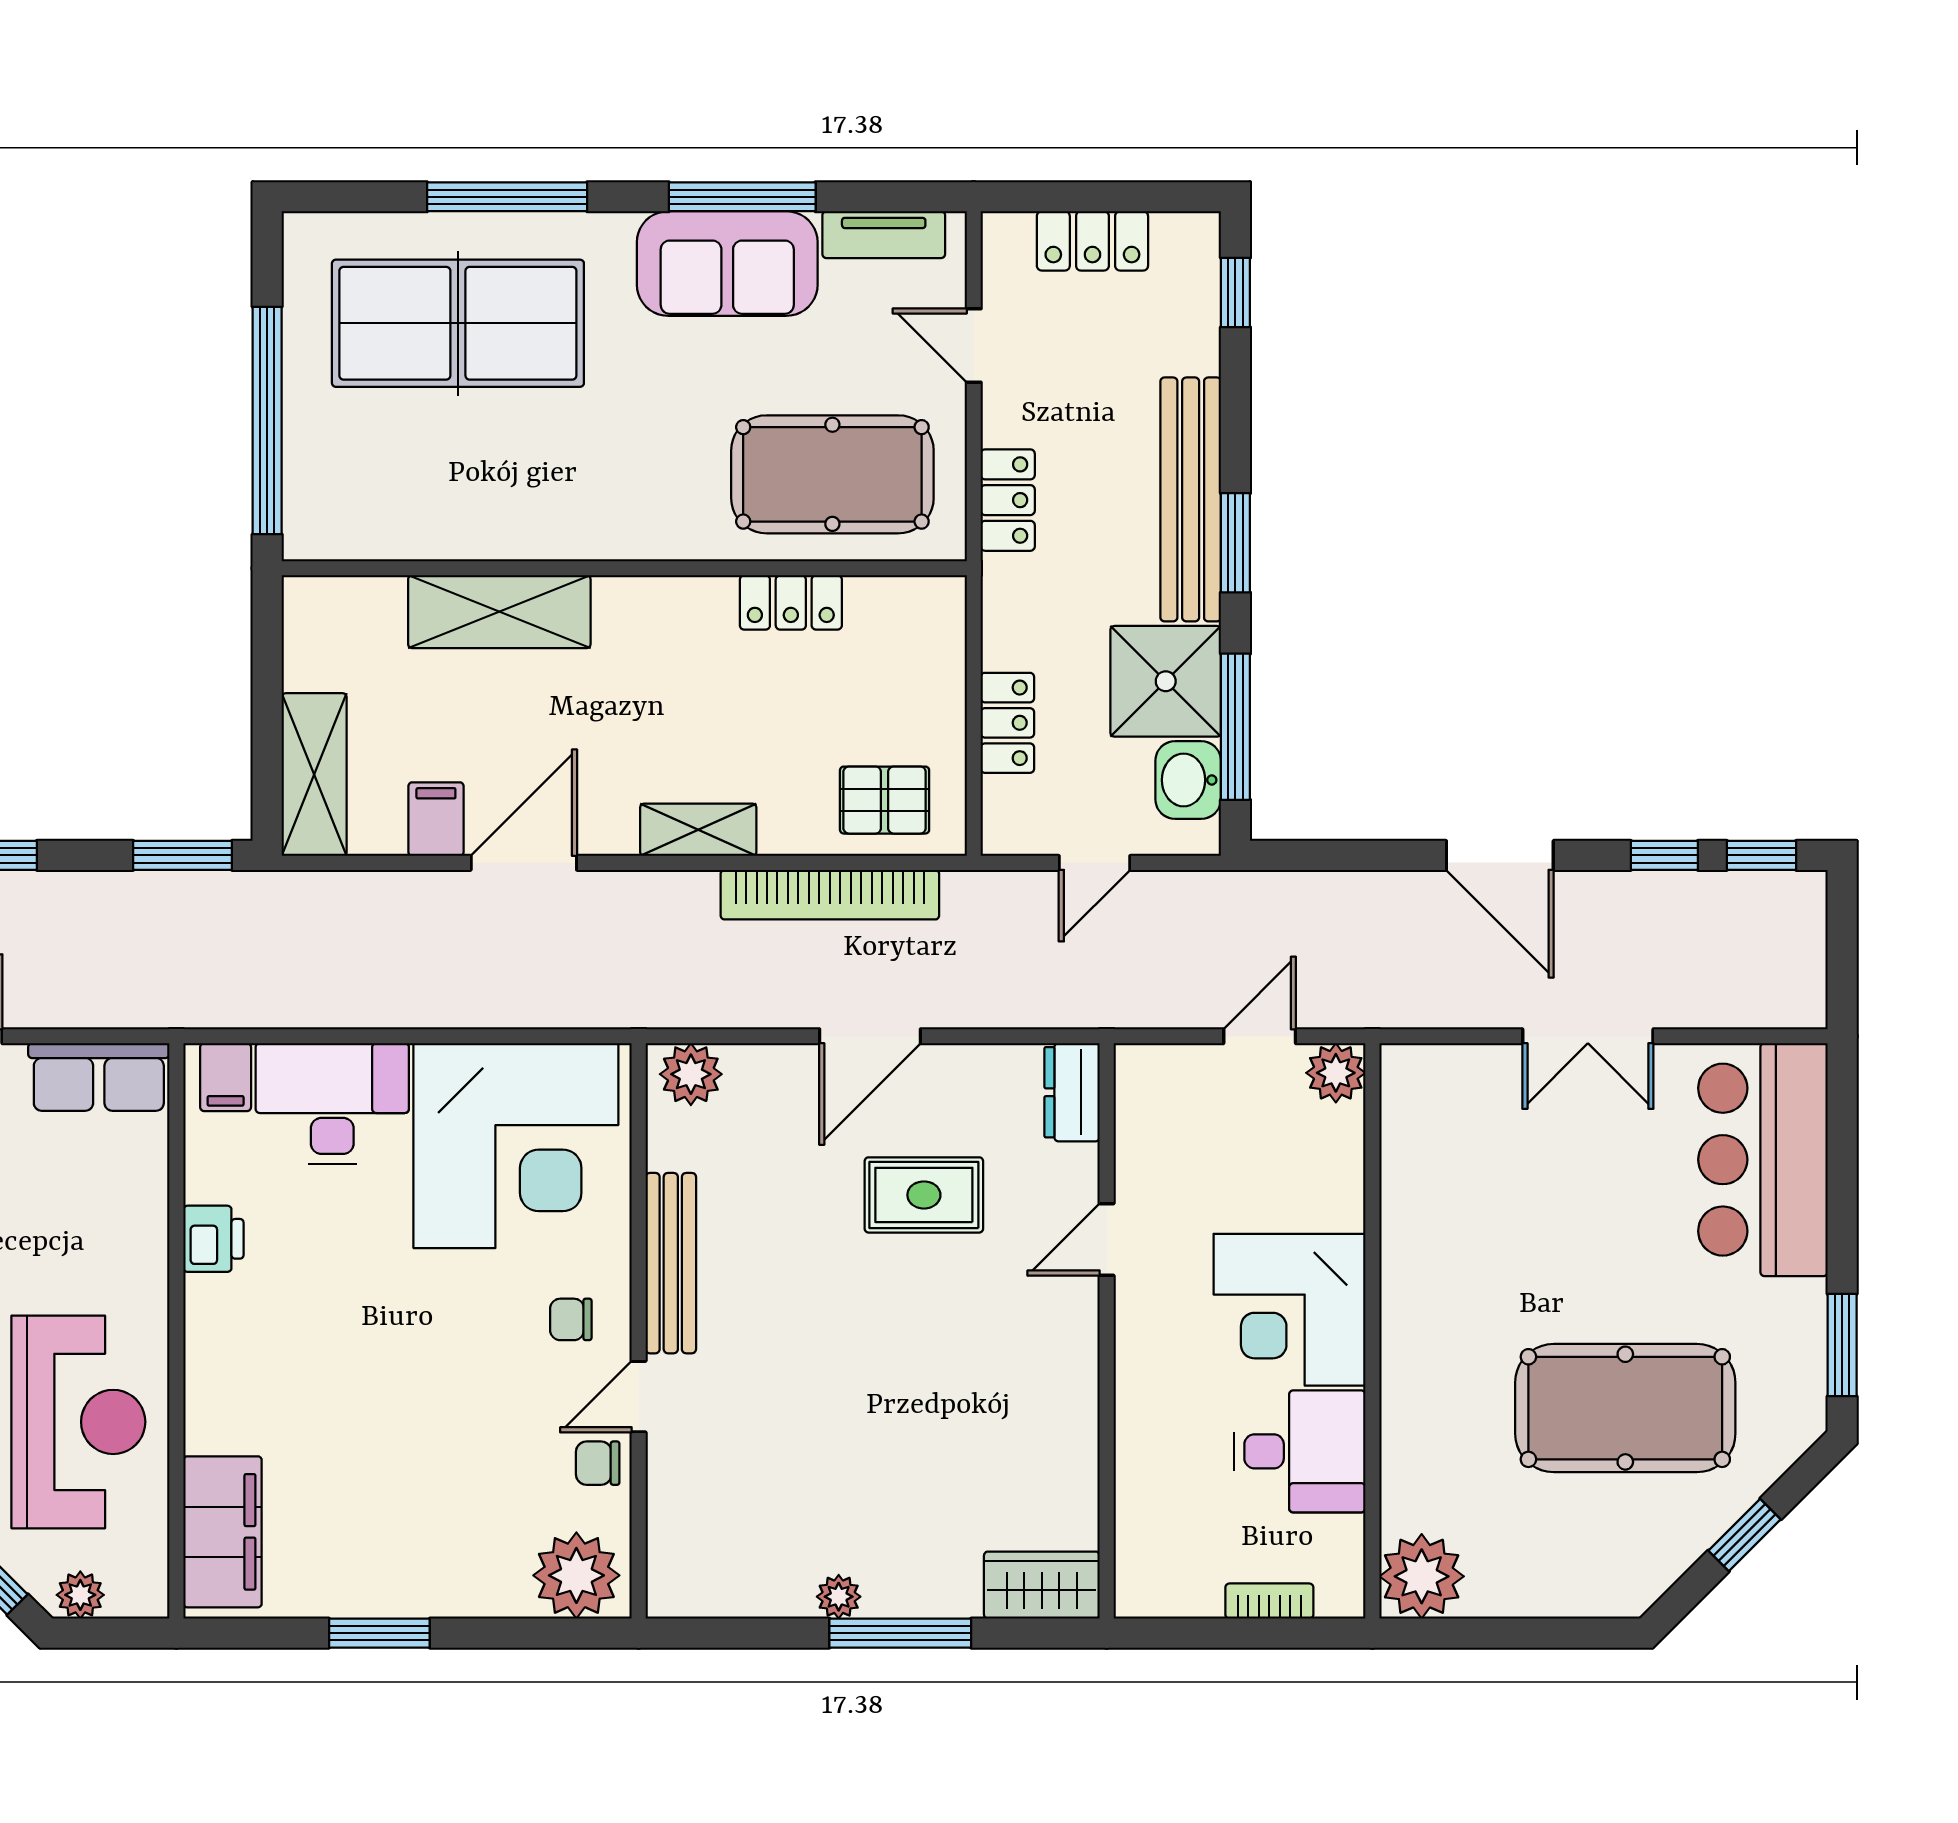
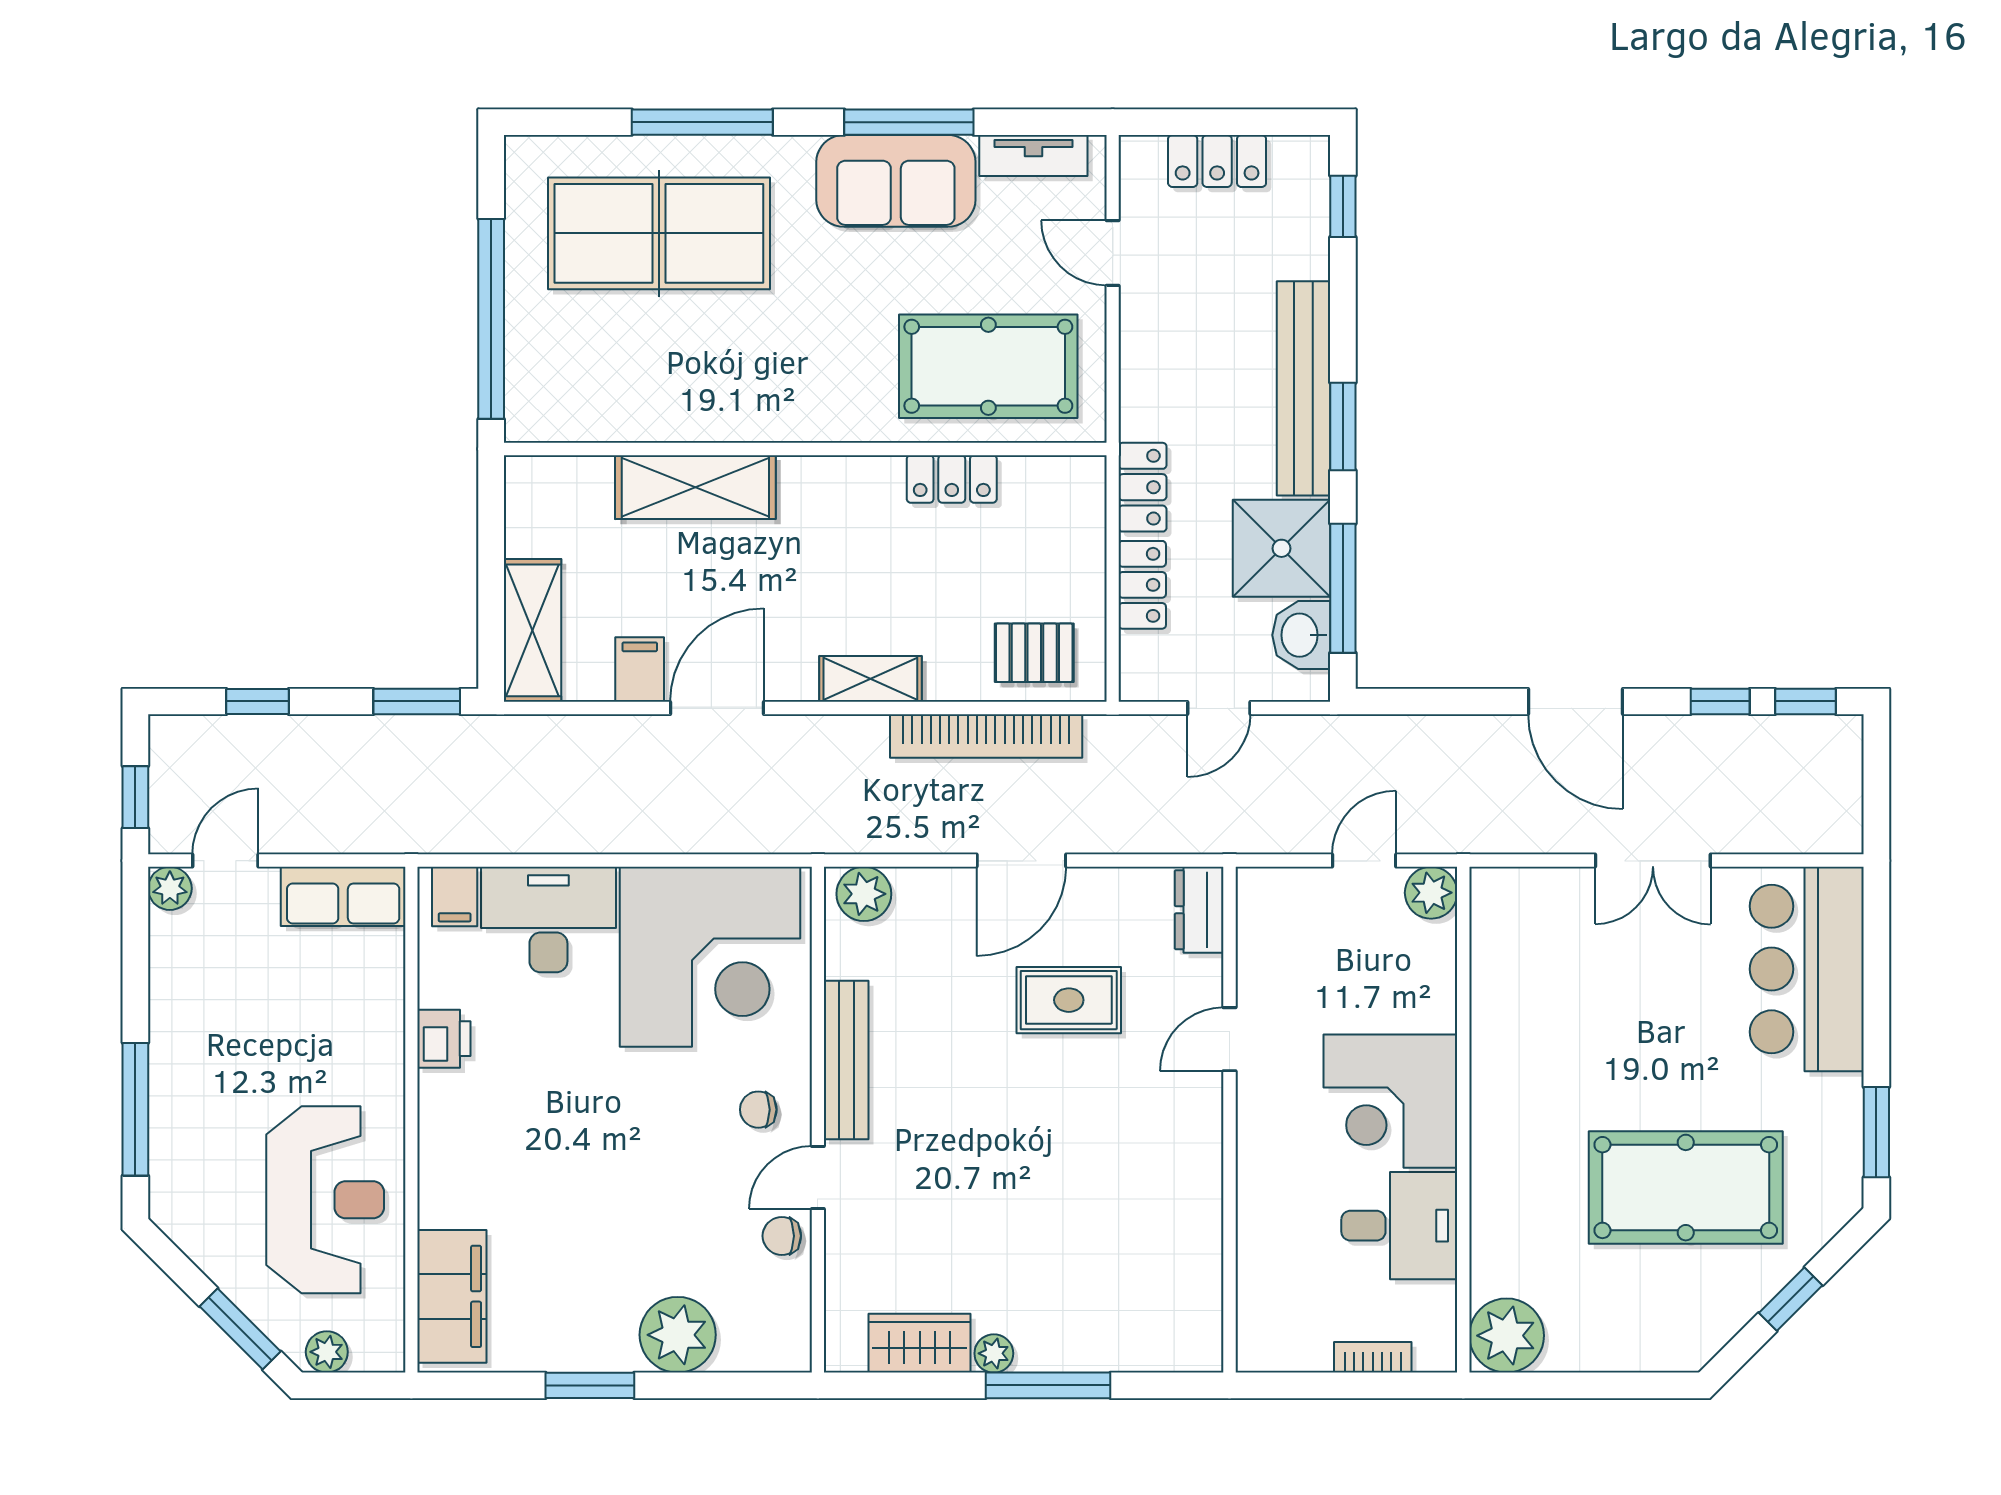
locker: (1008, 500) -> (1143, 487), moved
plant: (576, 1575) -> (678, 1335), moved
wardrobe: (1042, 1585) -> (920, 1343), moved

